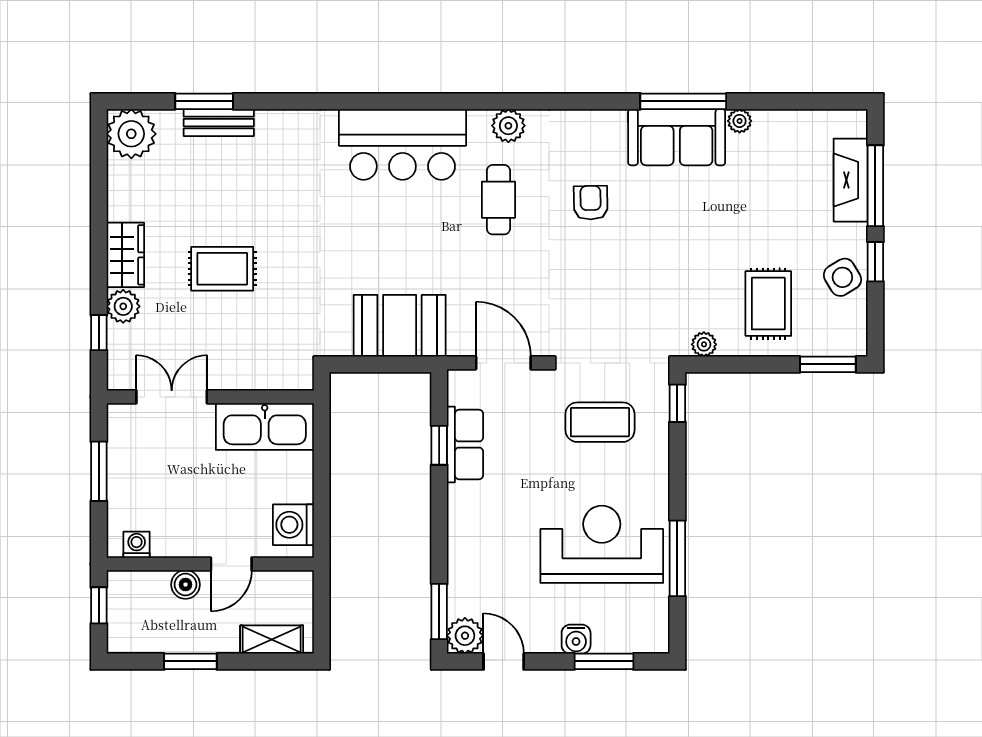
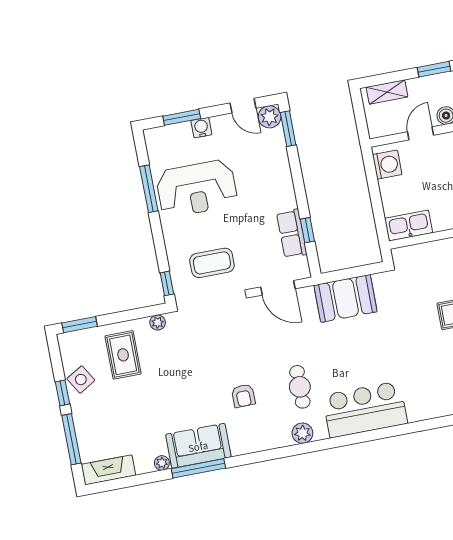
fireplace: (851, 180) -> (108, 470), moved, turned -90
kitchen sink: (265, 427) -> (409, 225), width x0.73, depth x0.81

